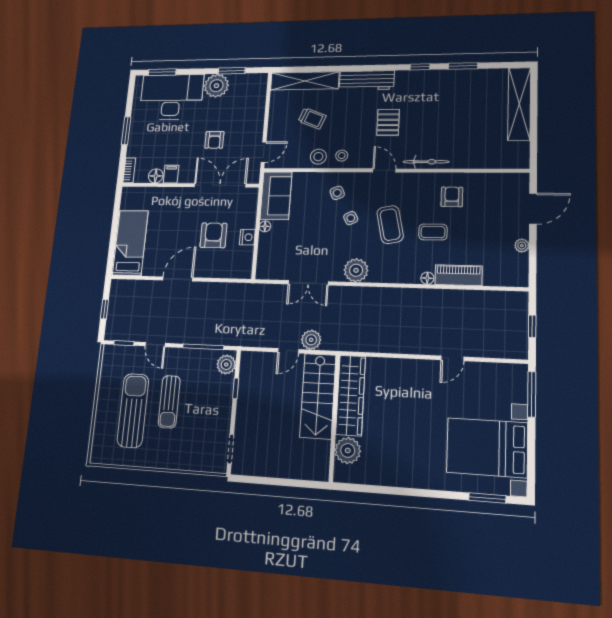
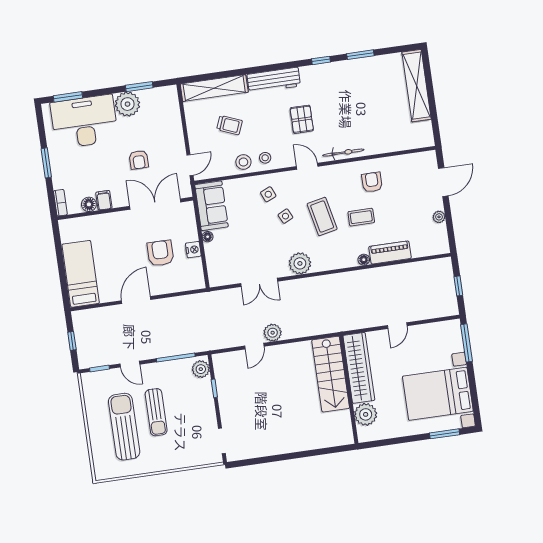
wardrobe: (351, 395) -> (359, 368), moved
stairs: (318, 396) -> (331, 374), moved
wall: (334, 418) -> (349, 389), moved
plant: (348, 450) -> (366, 414), moved

